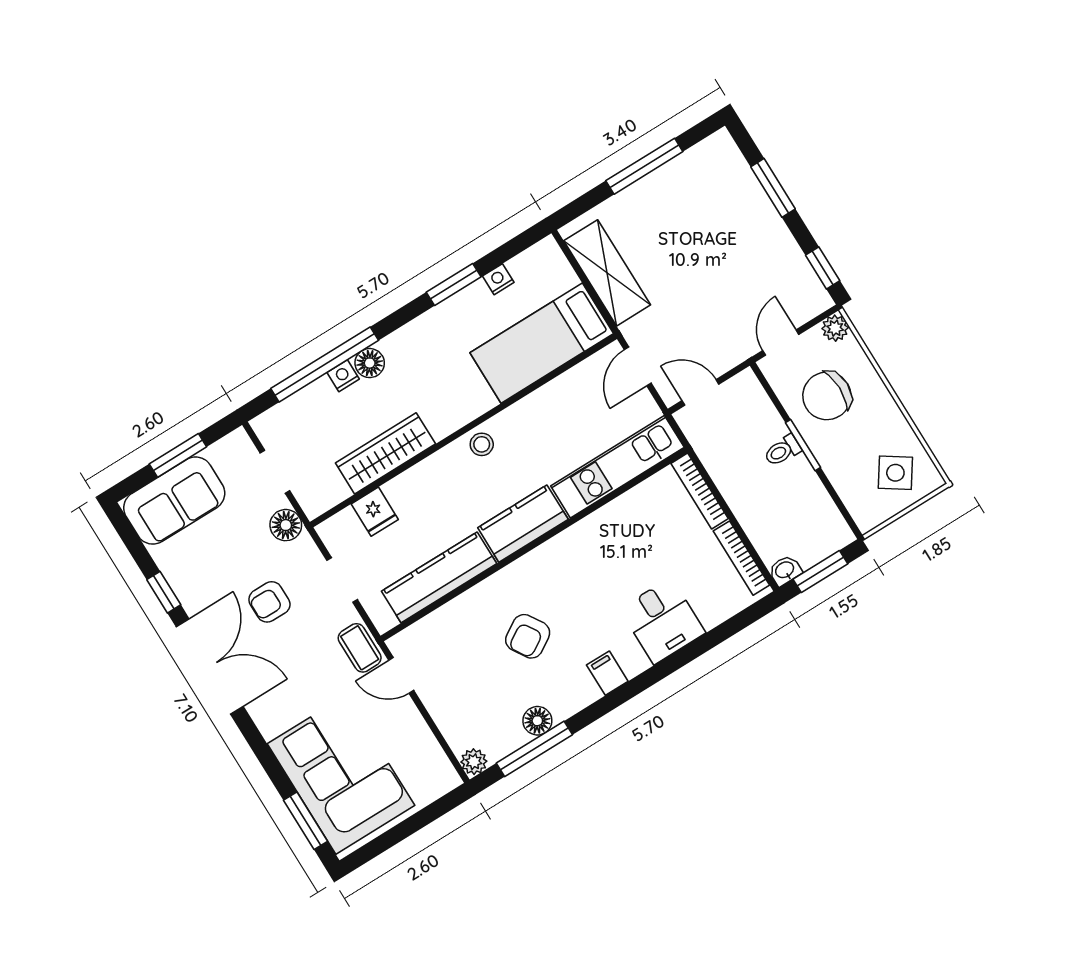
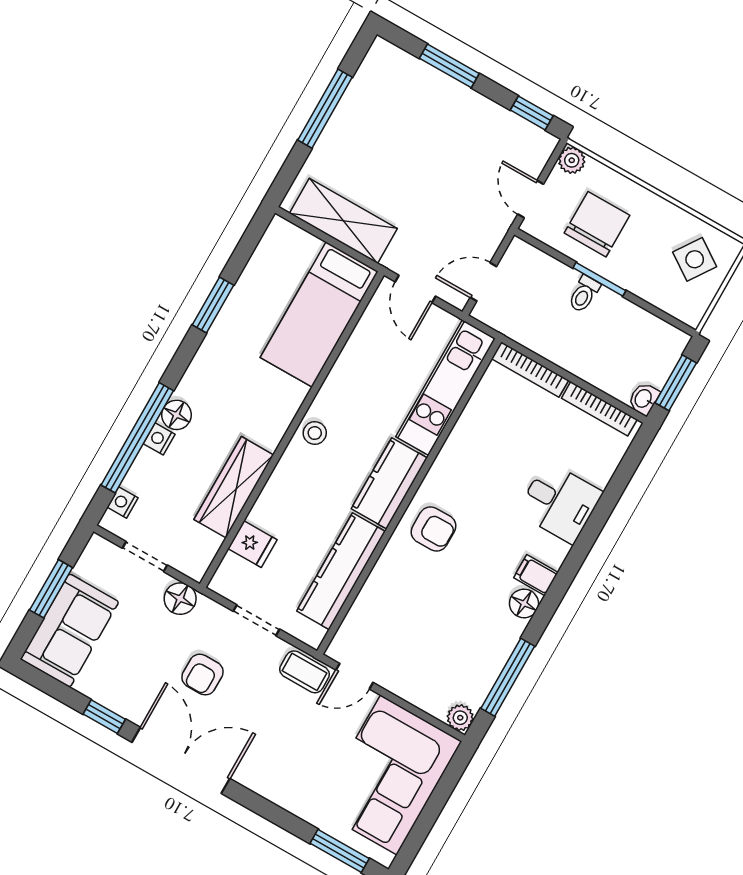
nightstand: (498, 279) -> (123, 502), moved
chair: (827, 396) -> (597, 224), turned 180
armchair: (528, 636) -> (433, 529), moved, turned -58
floor lamp: (537, 721) -> (524, 603), moved
corner sofa: (341, 775) -> (389, 775), moved, turned -90

